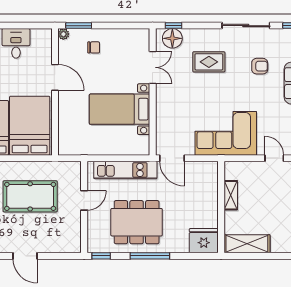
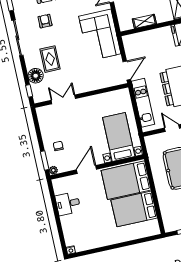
floor lamp: (172, 38) -> (36, 76), moved
bed with nightstands: (120, 109) -> (119, 137), moved, turned 180

